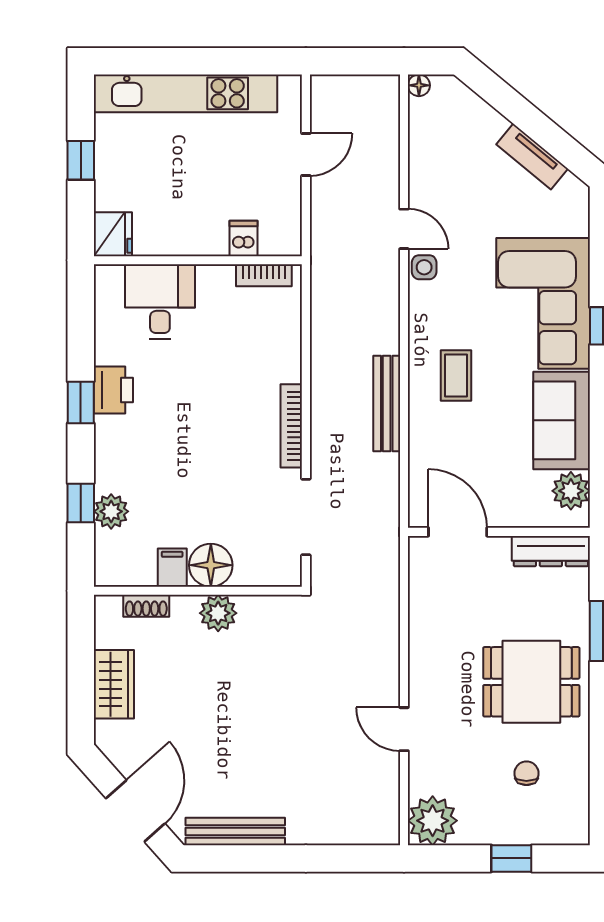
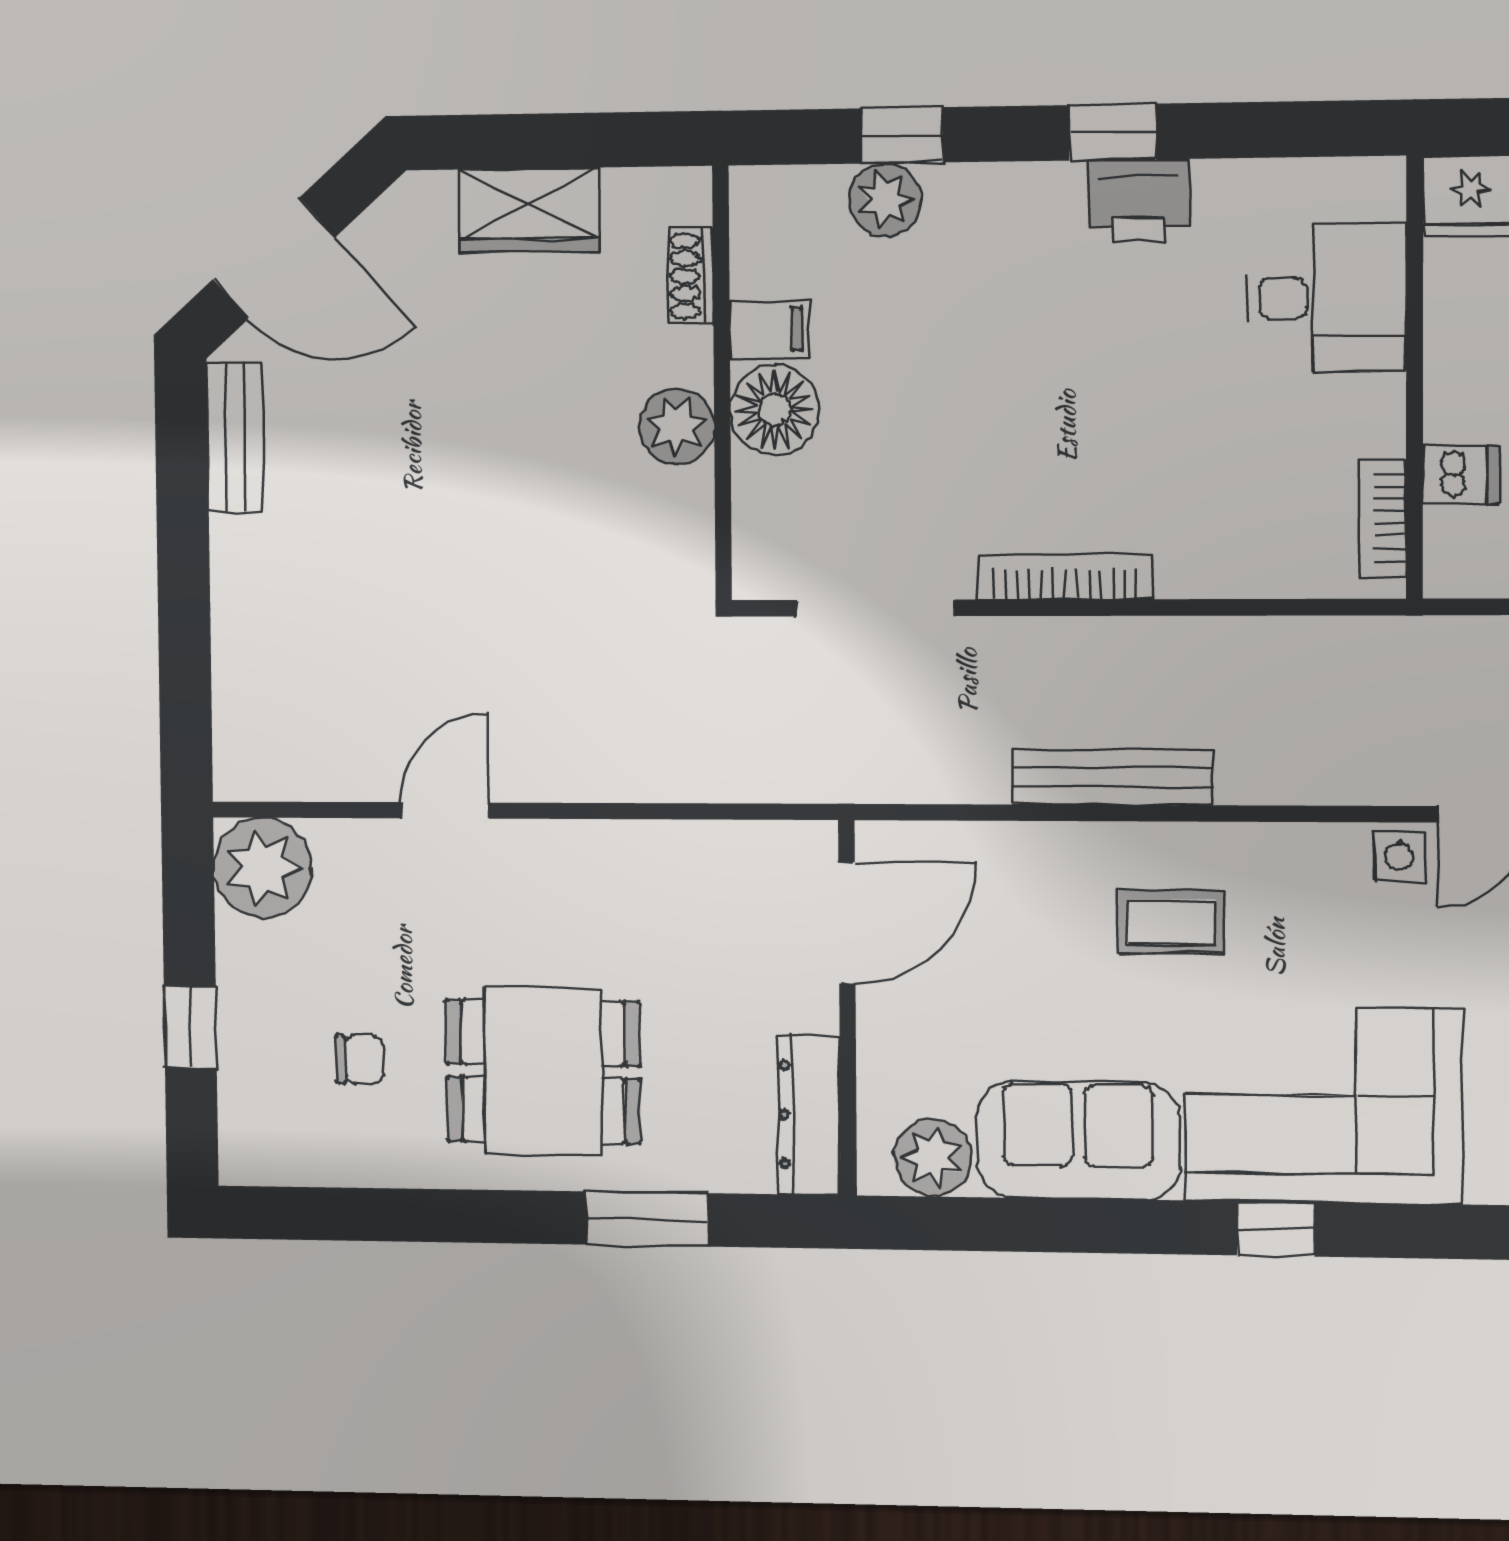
dining table: (531, 682) -> (543, 1071), turned 90
bench: (235, 831) -> (235, 437), width x0.73

